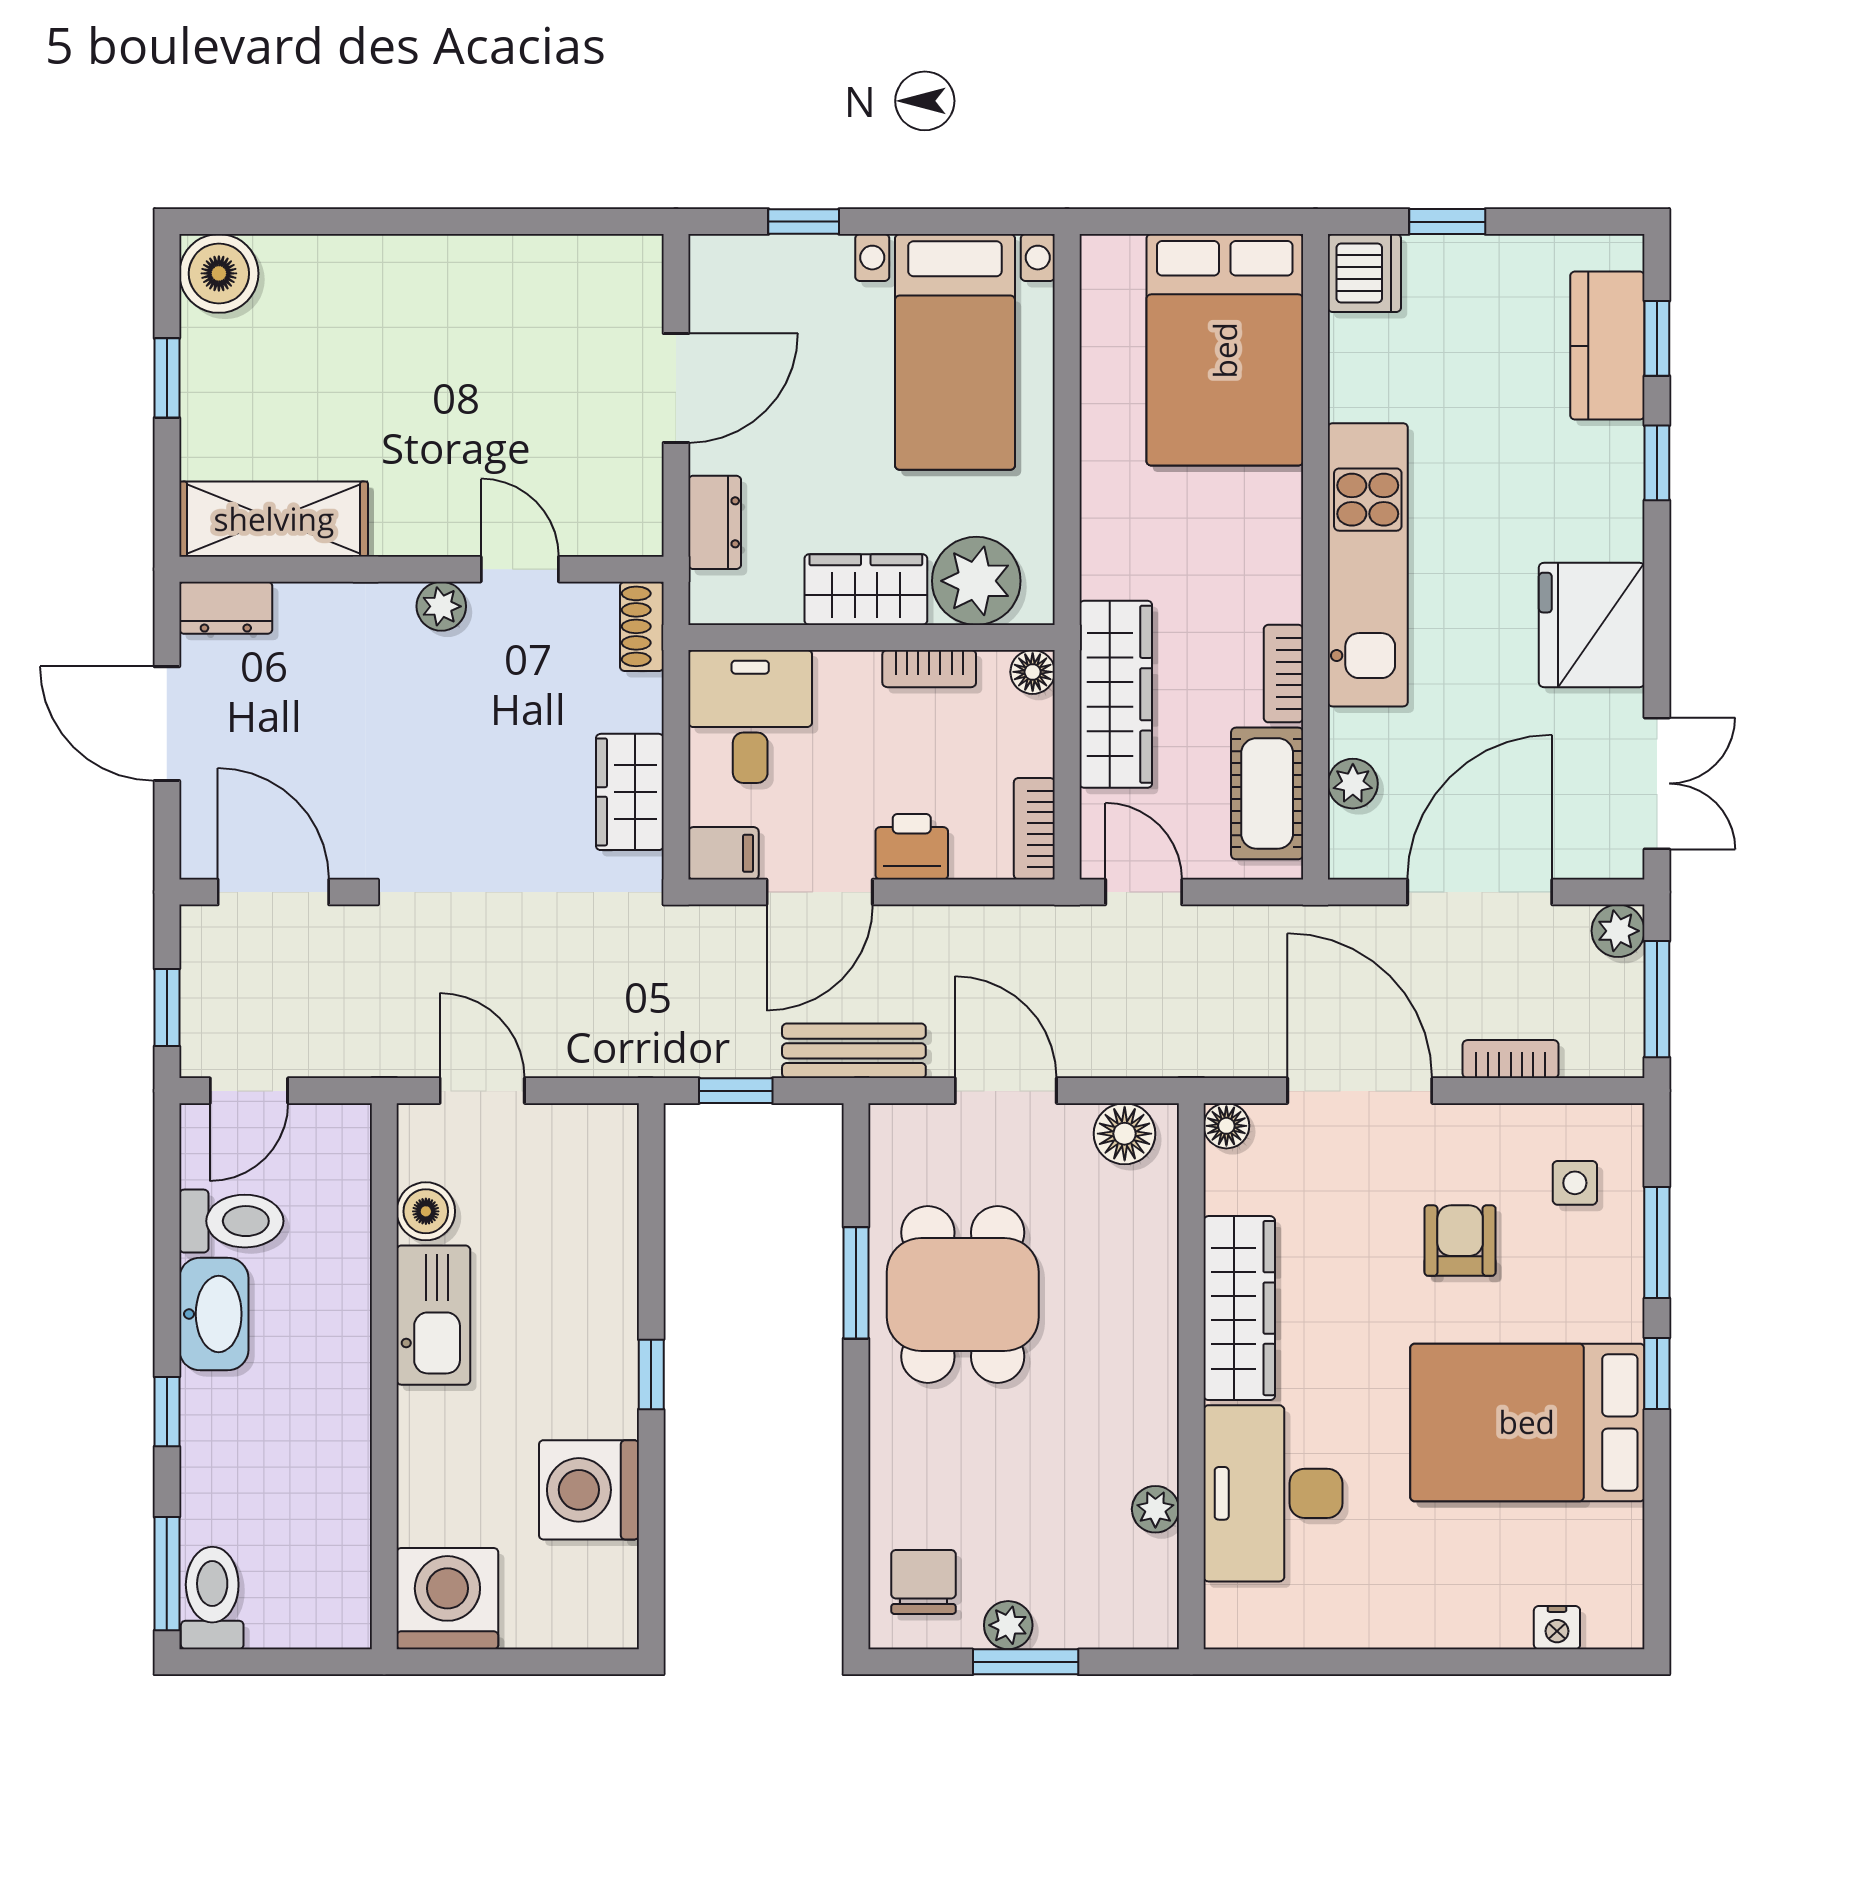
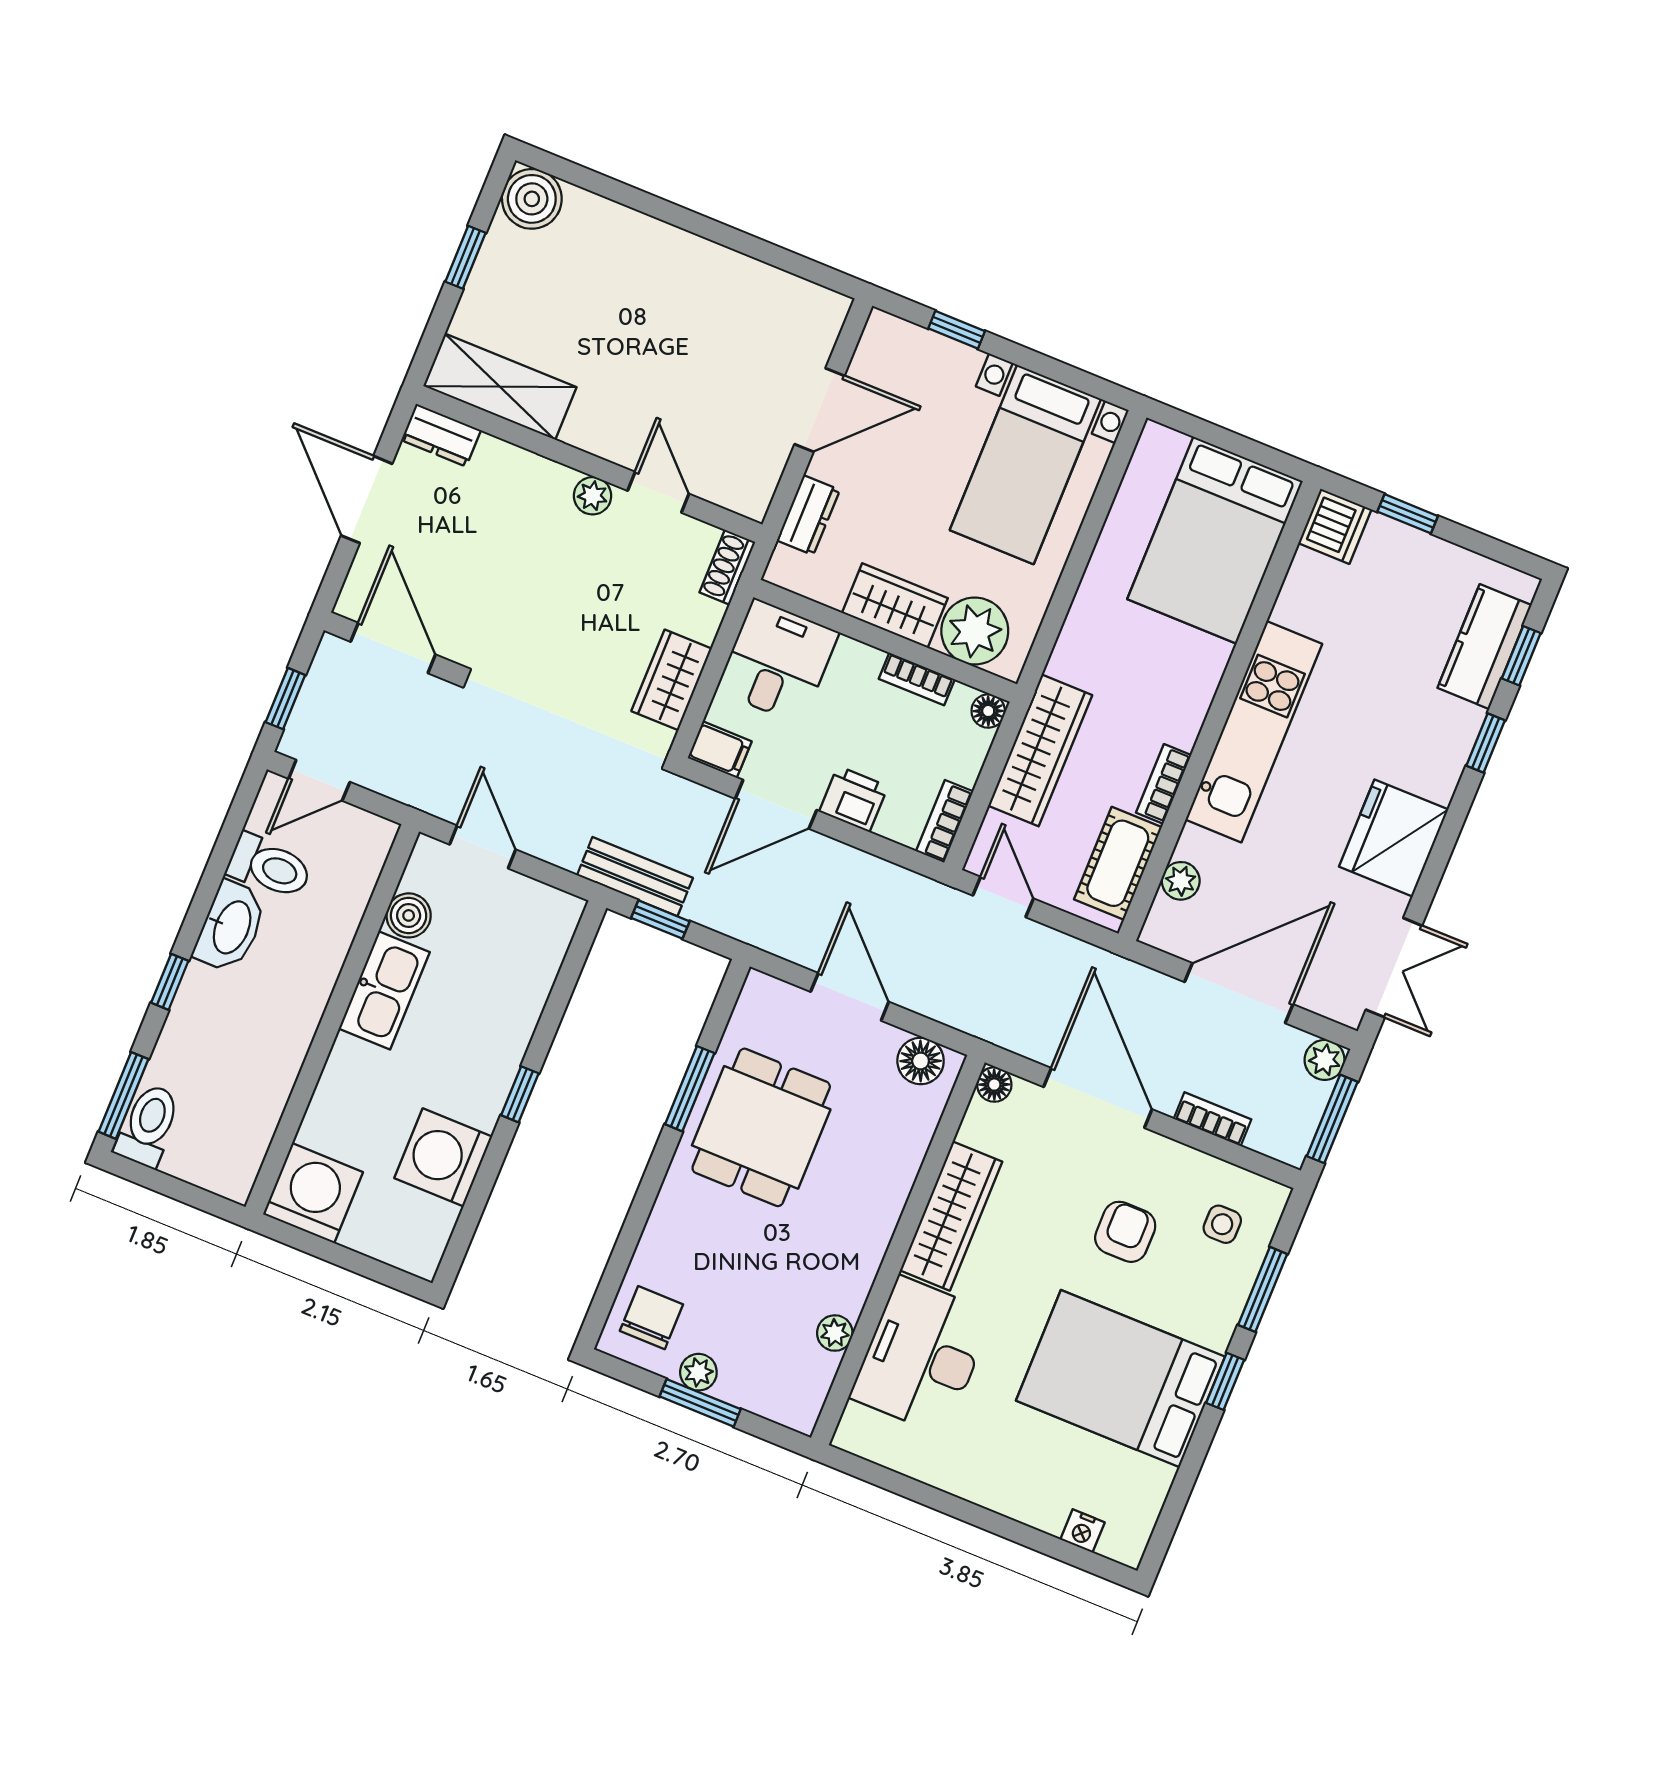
bench: (854, 1051) -> (635, 877), moved

